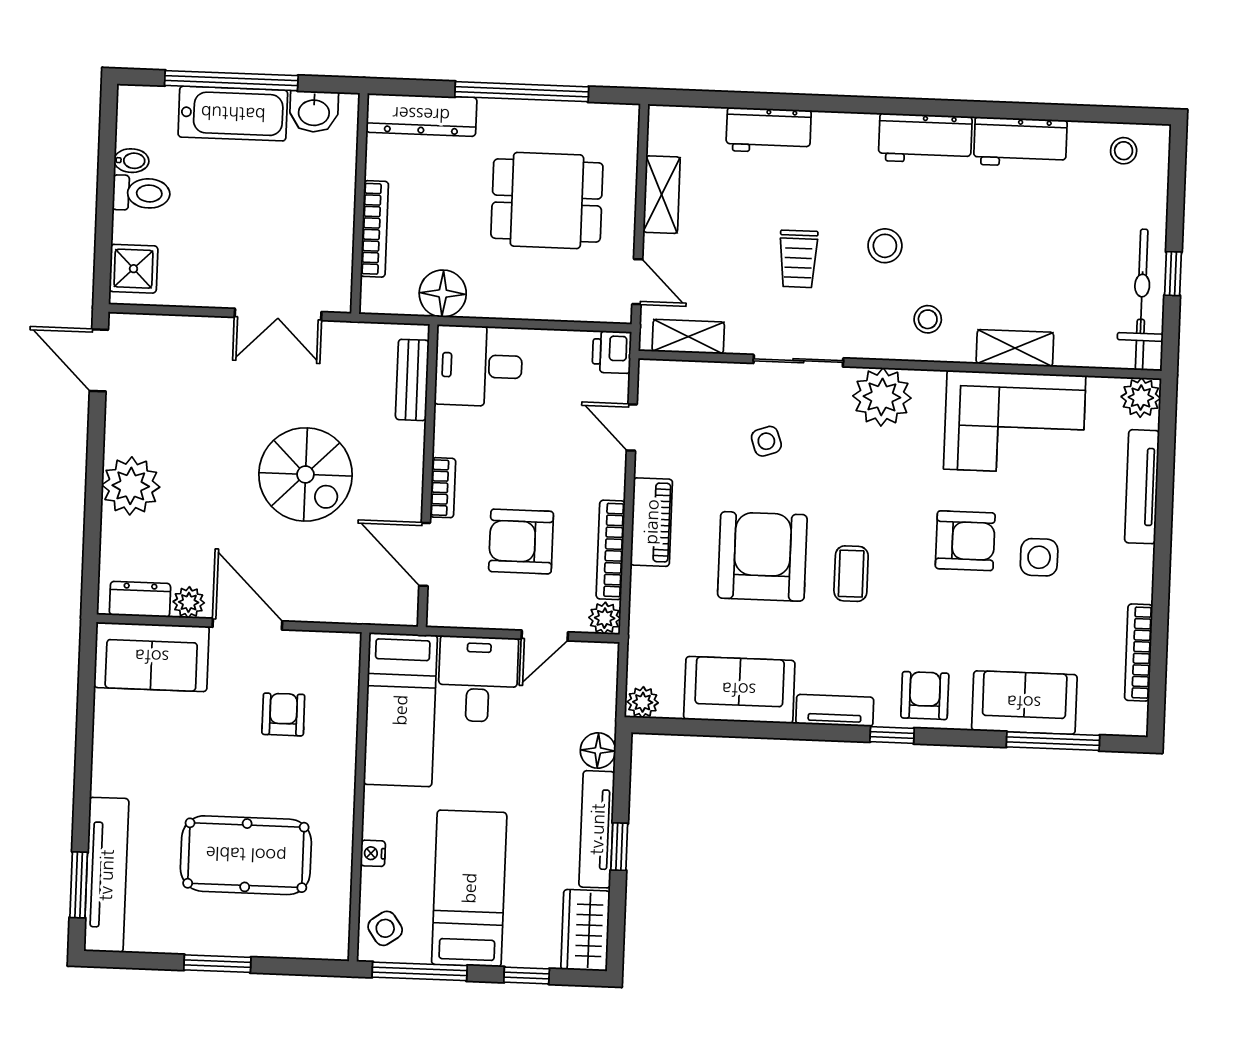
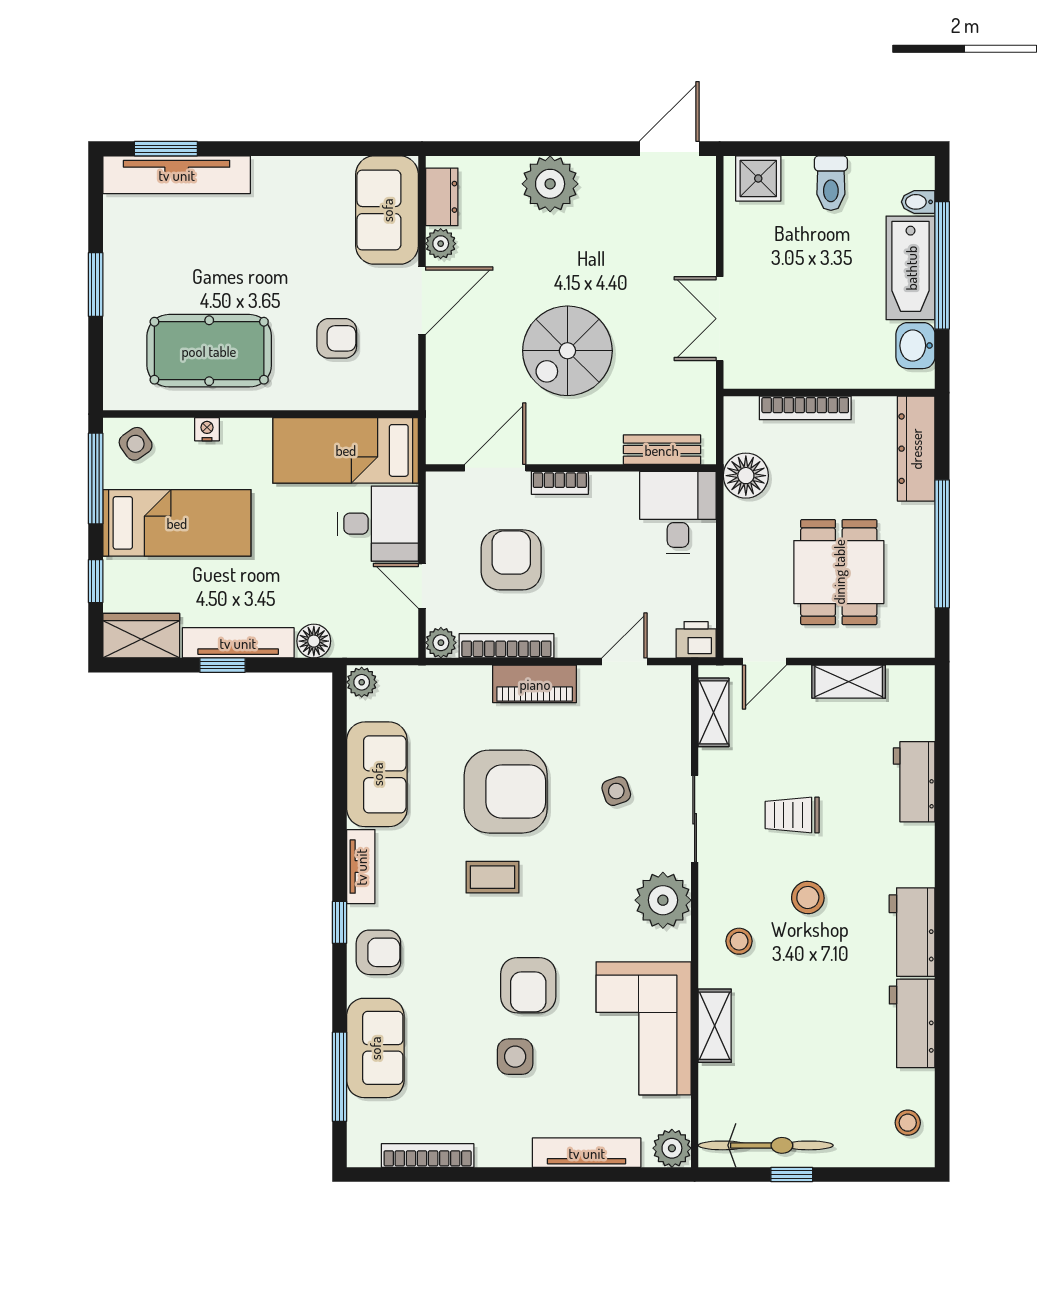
bidet: (131, 161) -> (918, 202), moved, turned 90
pool table: (246, 855) -> (209, 351), moved, turned 90

